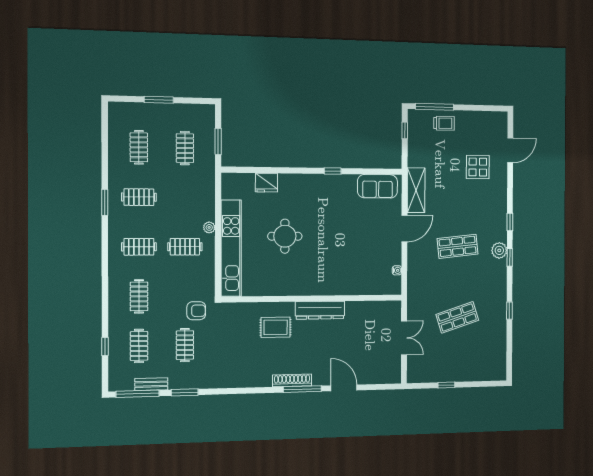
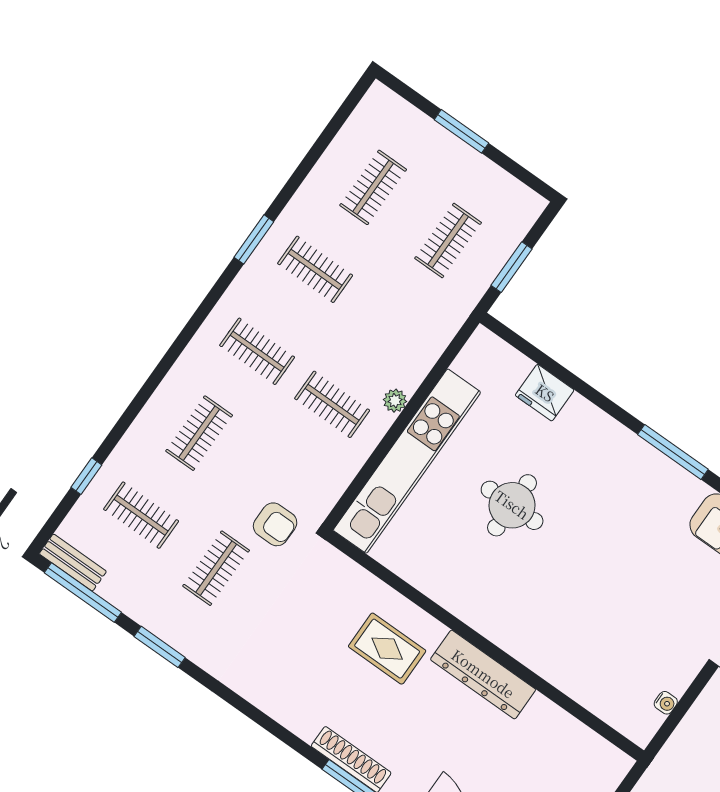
window: (333, 171) -> (673, 452), width x2.17
clothes rail: (139, 346) -> (141, 515), turned 90
bench: (151, 384) -> (73, 563), moved

